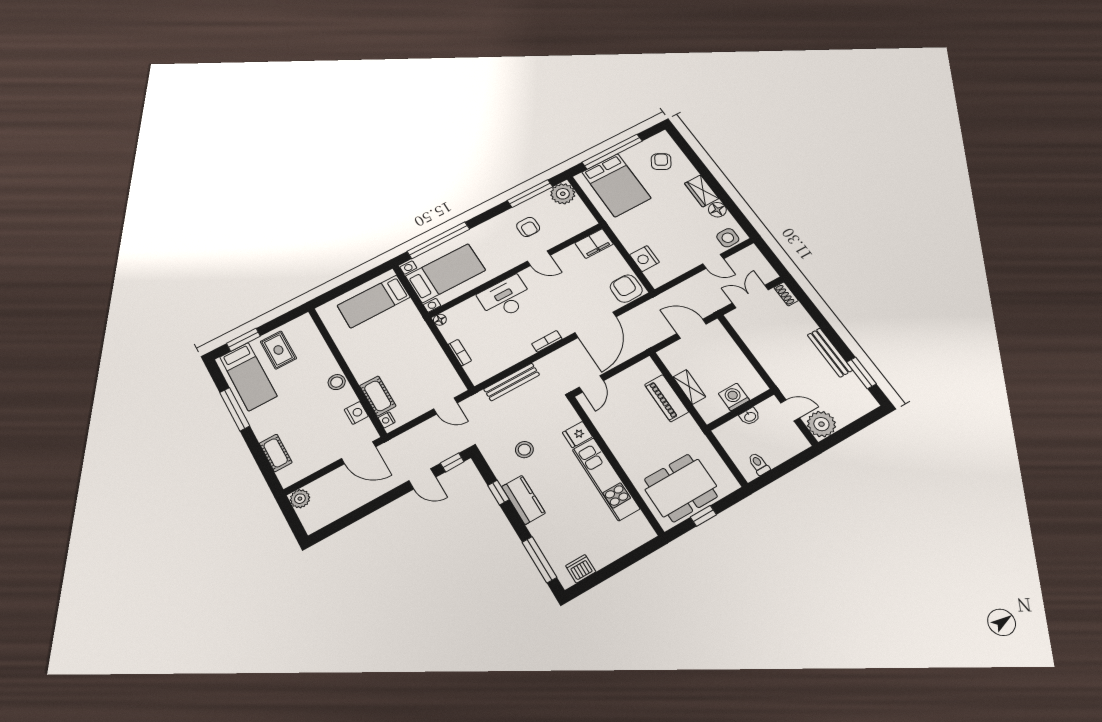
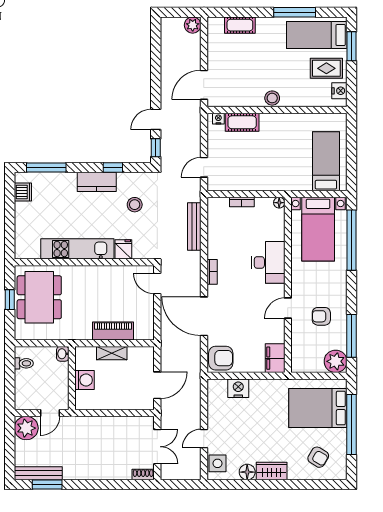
bench: (830, 353) -> (38, 473), moved
nightstand: (356, 413) -> (339, 91), moved, turned -90
washbasin: (750, 417) -> (63, 354), moved

